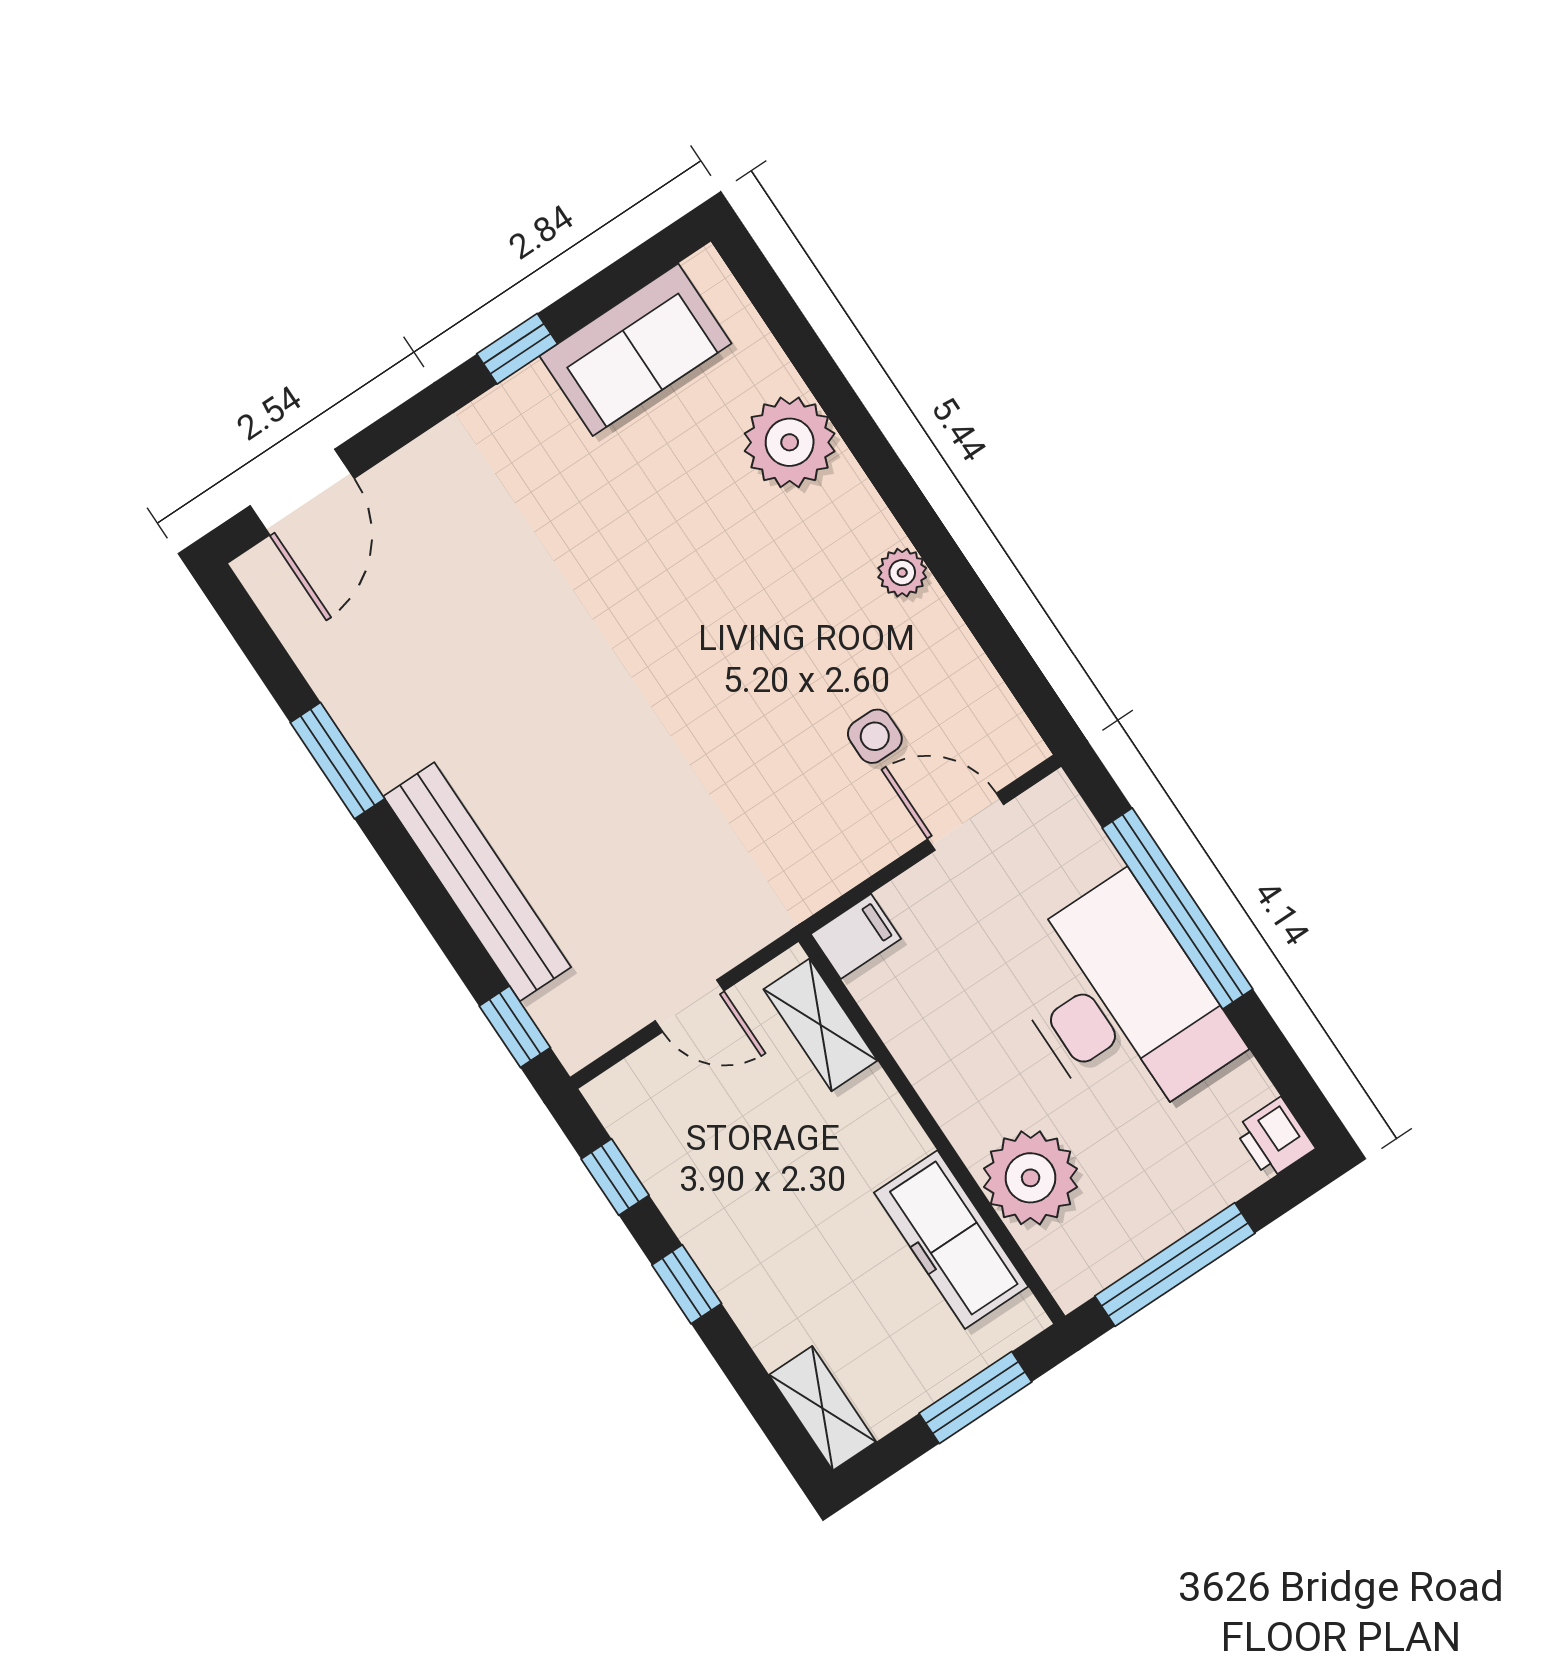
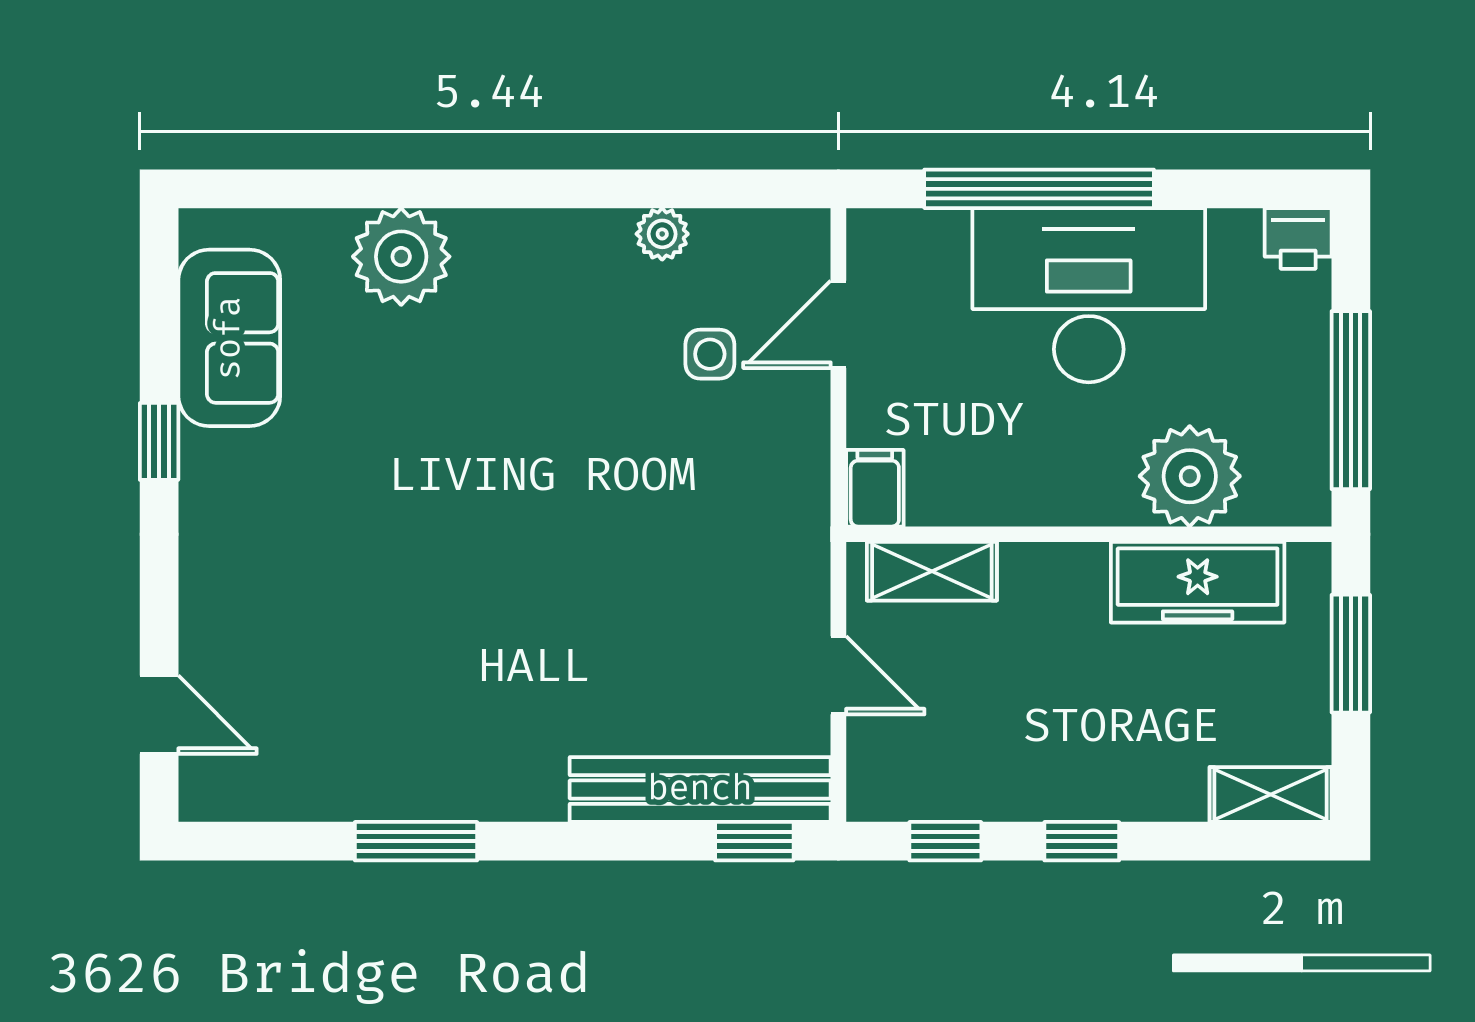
door: (302, 492) -> (159, 715), width x0.73
plant: (902, 573) -> (662, 234), moved
bench: (477, 882) -> (700, 789), moved
door: (690, 1006) -> (838, 675), hinge flipped

